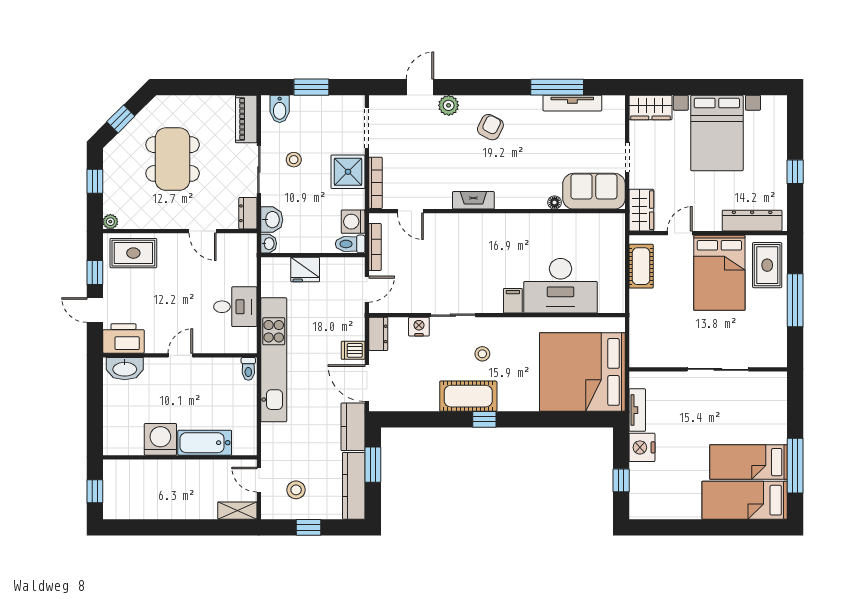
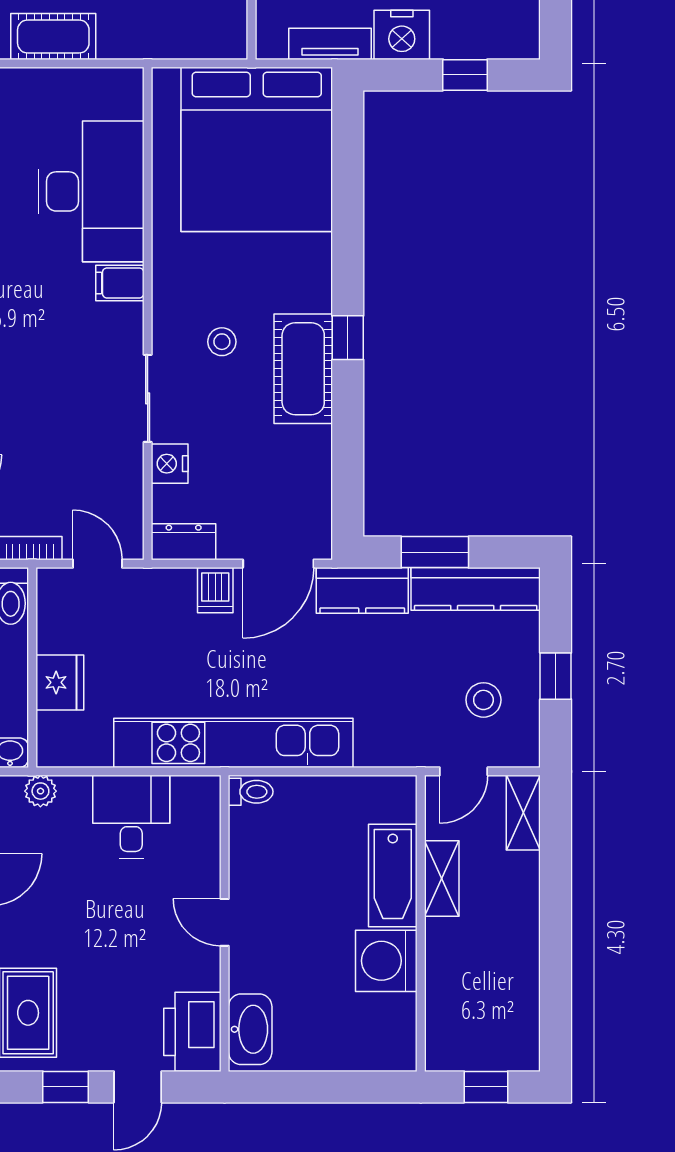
plant: (249, 259) -> (40, 791), added
shelving: (203, 468) -> (442, 879), added

